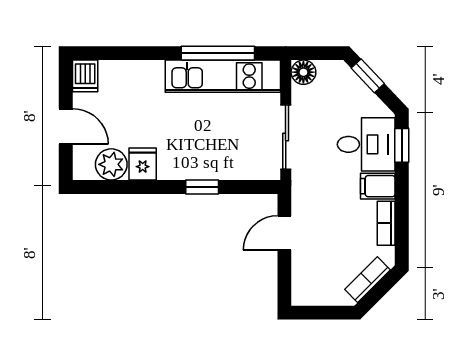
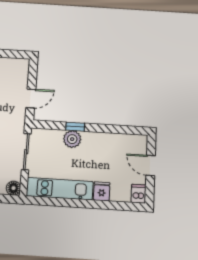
window: (218, 53) -> (62, 202), removed
plant: (111, 164) -> (72, 139), moved
fridge: (143, 164) -> (102, 191), moved, turned 180

